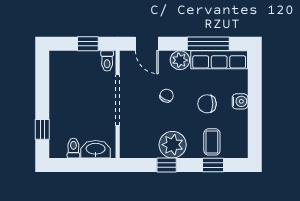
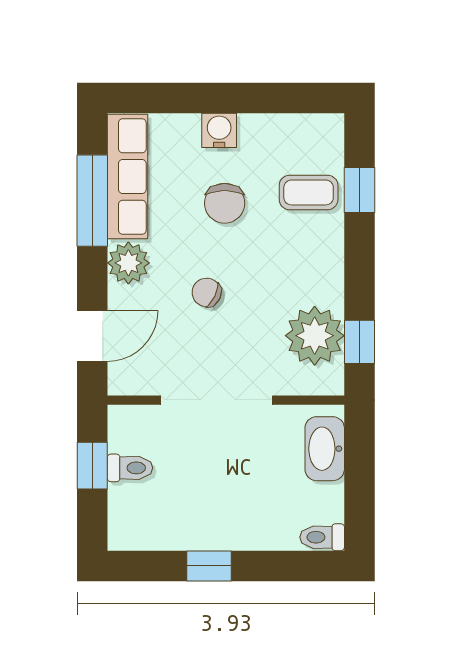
toilet: (107, 61) -> (130, 468), moved
window: (42, 129) -> (209, 566), moved
plant: (173, 145) -> (315, 336), moved
toilet: (73, 148) -> (322, 537), moved
window: (167, 165) -> (359, 342), moved

